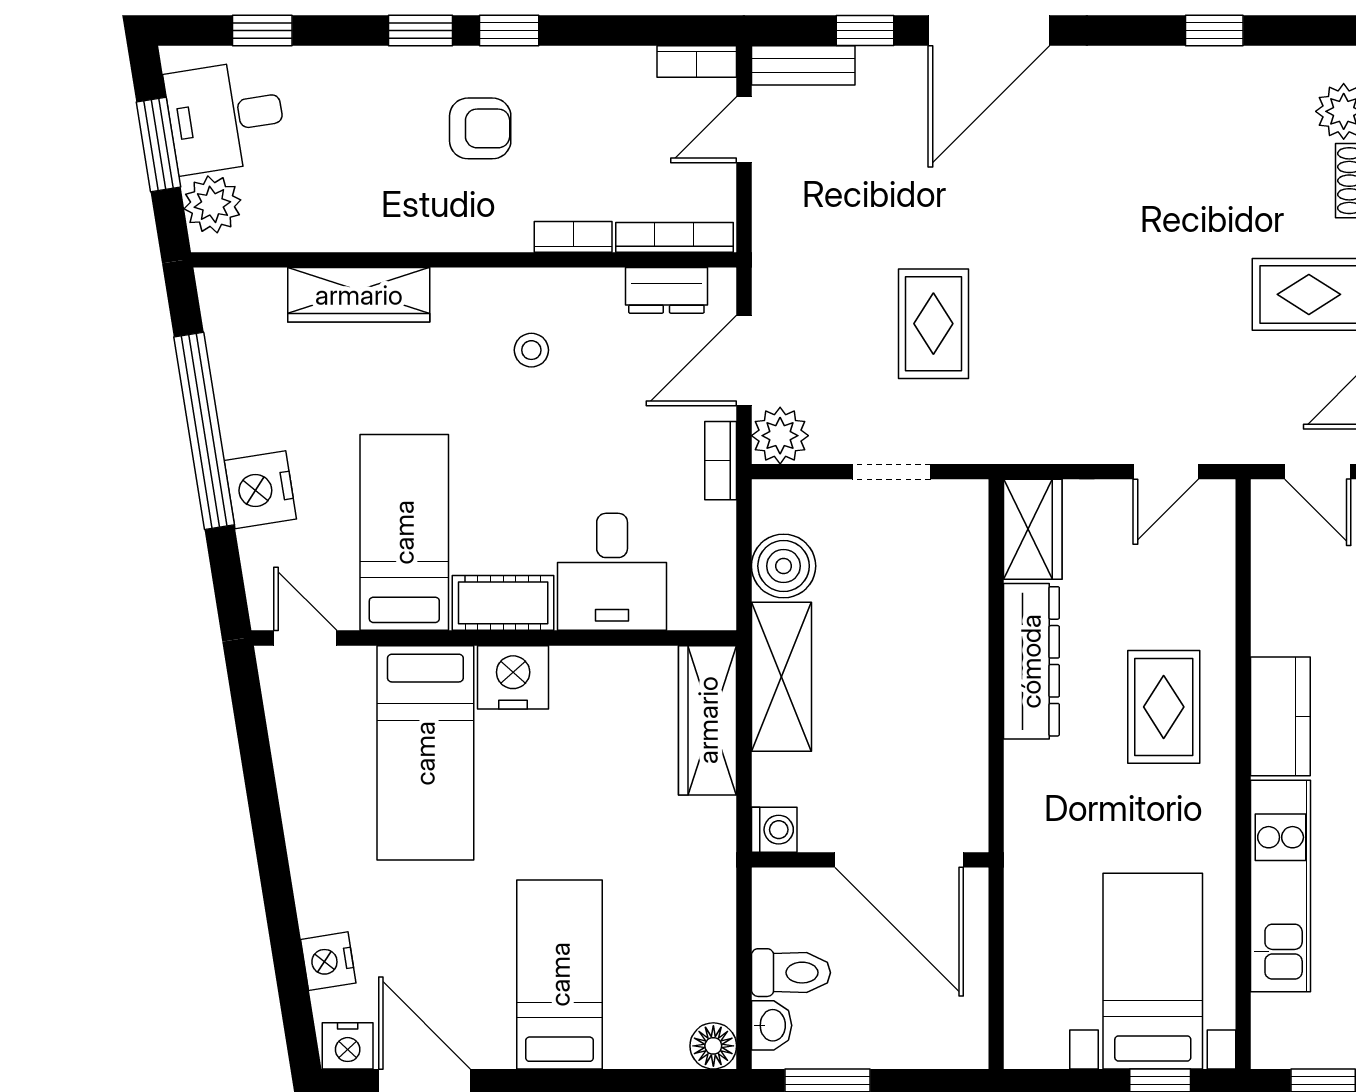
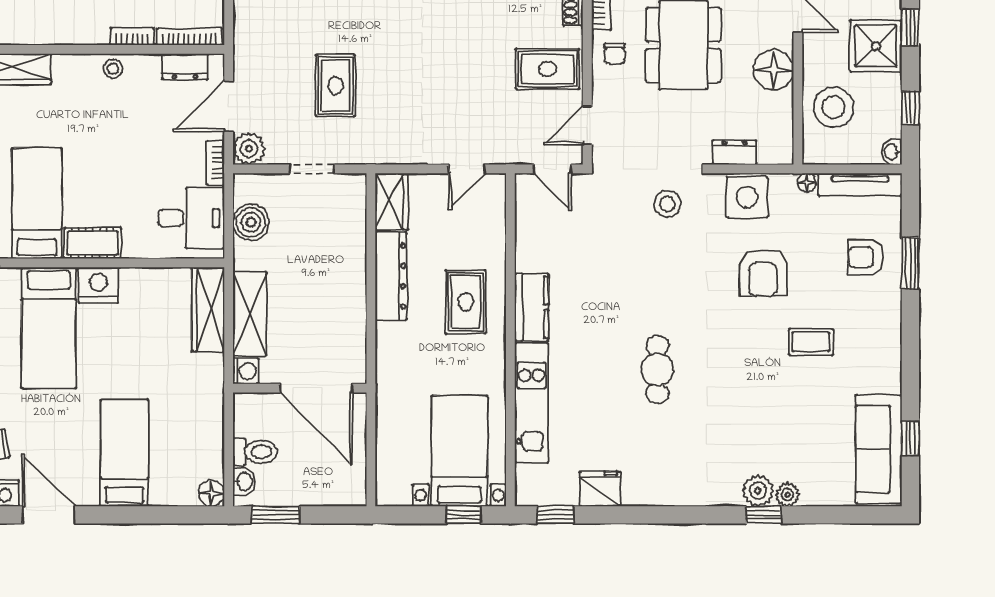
stool: (531, 350) -> (113, 69), moved
desk: (612, 572) -> (191, 218), moved, turned -90
shelving: (781, 677) -> (250, 314), moved

